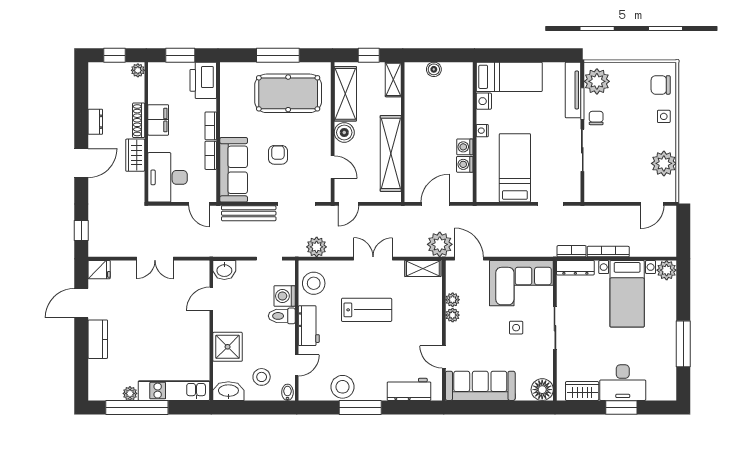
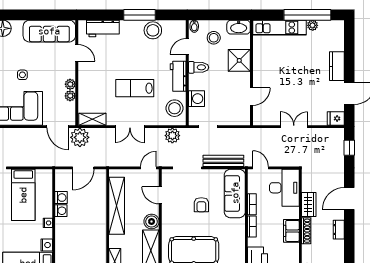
washbasin: (224, 270) -> (242, 118), removed
toilet: (282, 316) -> (199, 67), moved

